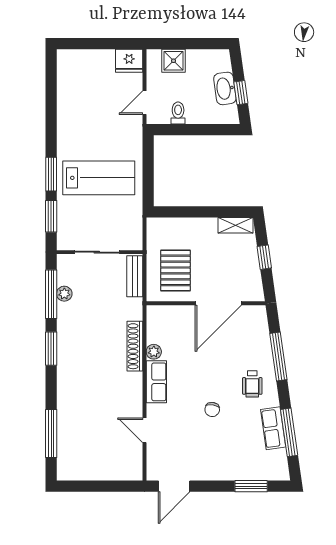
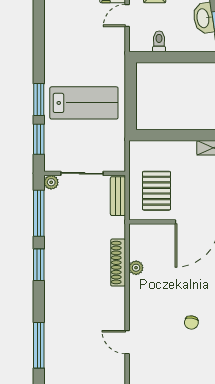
door: (144, 103) -> (127, 15), moved
plant: (64, 294) -> (51, 182), moved
row of seats: (156, 382) -> (138, 296), removed

